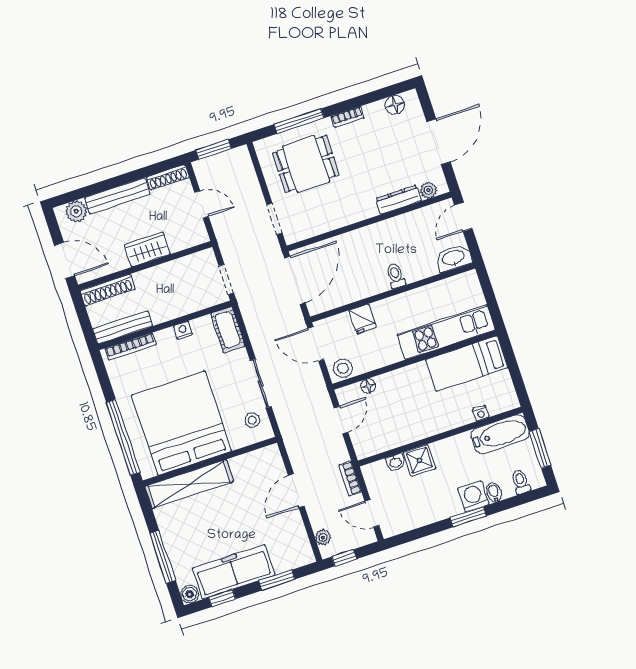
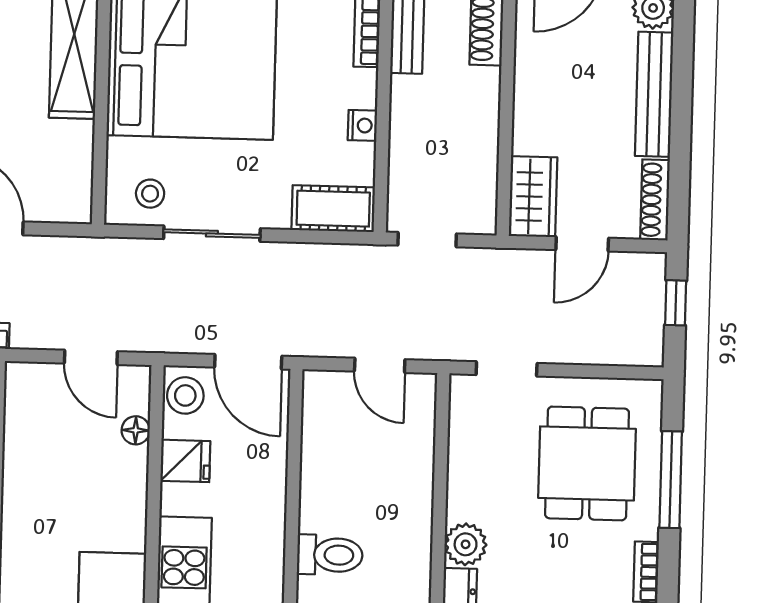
window: (214, 149) -> (676, 303), width x0.67
plant: (366, 208) -> (466, 544), added
wardrobe: (147, 249) -> (533, 197), moved
toilet: (396, 276) -> (330, 555), width x1.37, depth x1.39
door: (295, 280) -> (380, 365), width x0.53
fridge: (363, 319) -> (185, 461), moved, turned 180
door: (316, 344) -> (248, 362), swing flipped

